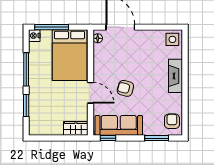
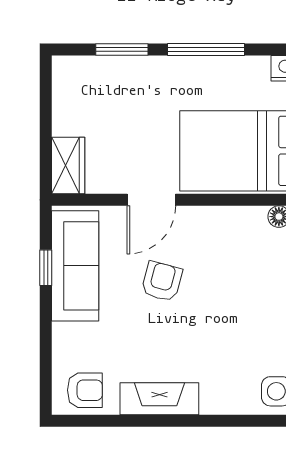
fireplace: (176, 76) -> (159, 399), moved
window: (108, 138) -> (46, 268), moved
window: (157, 138) -> (46, 355), removed

